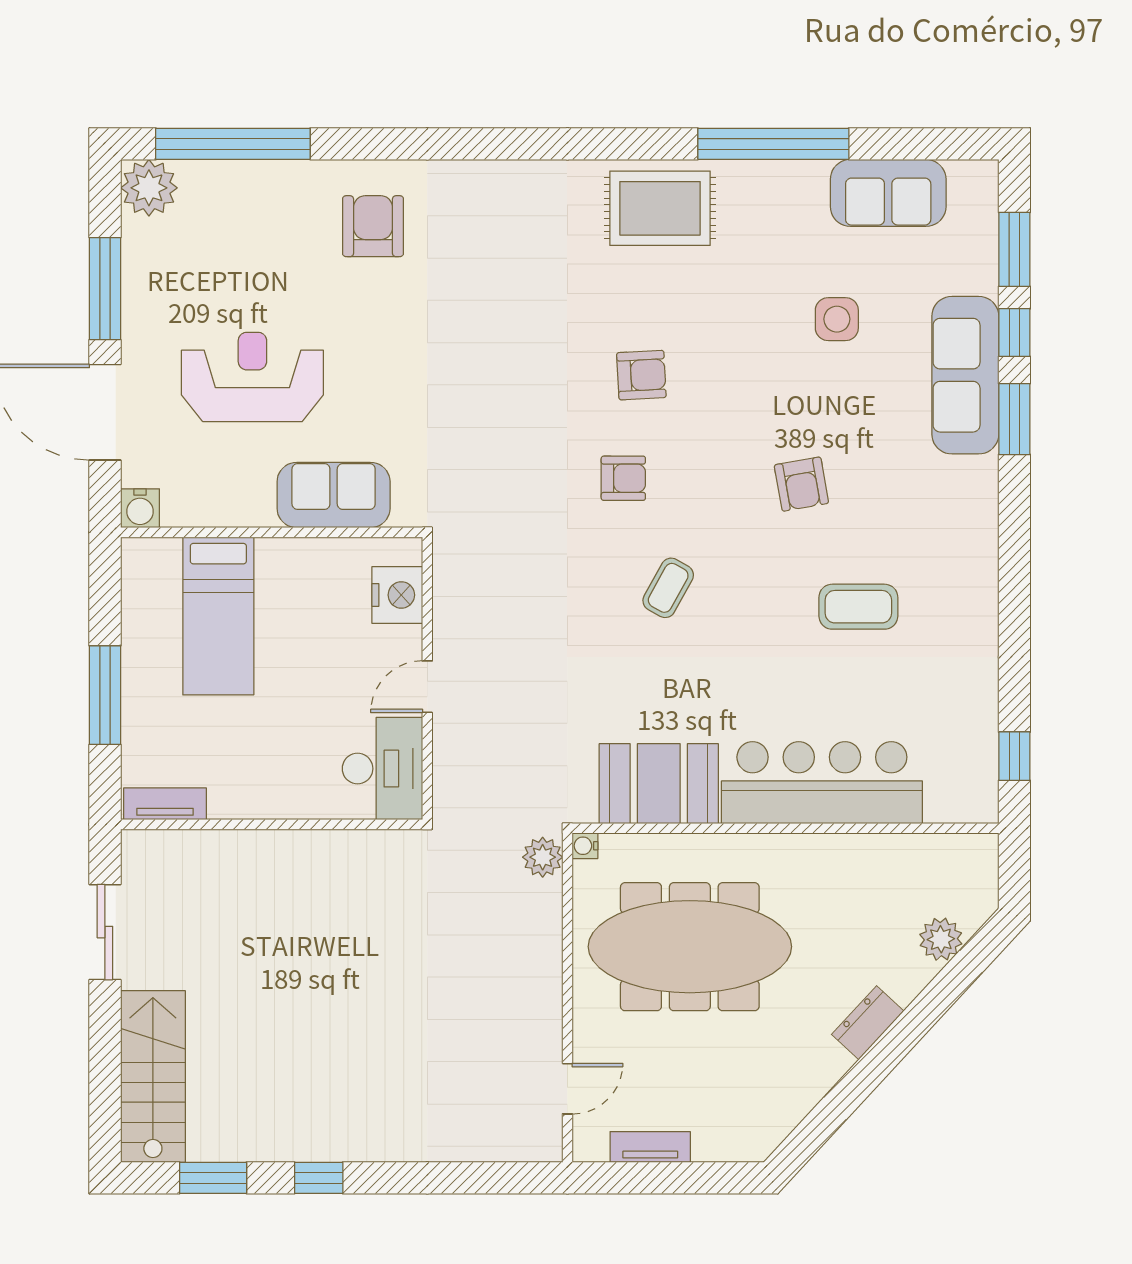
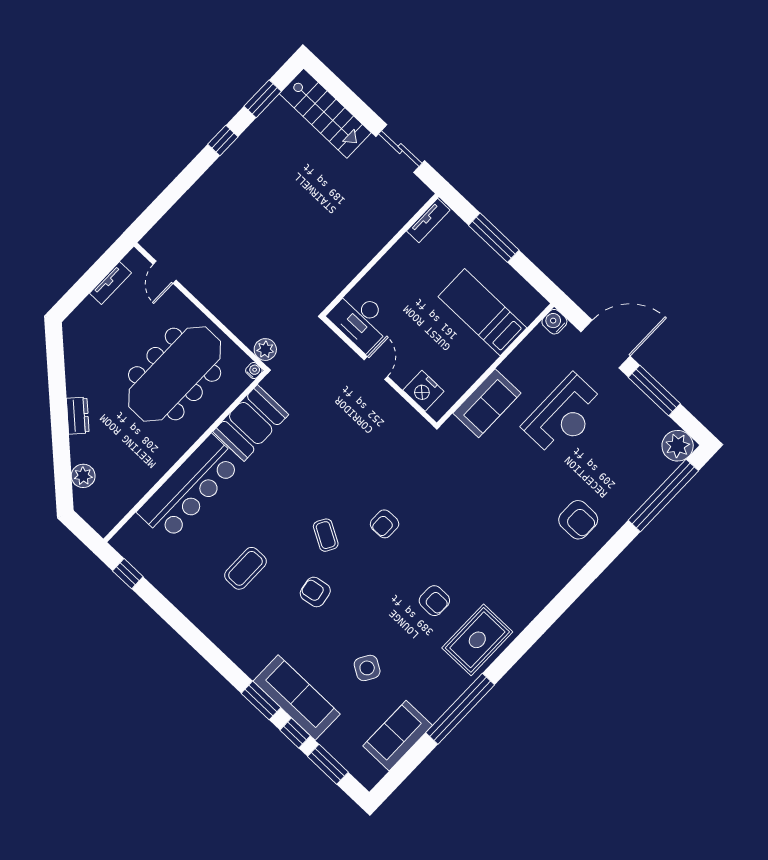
side table: (837, 319) -> (367, 668), turned 31
armchair: (641, 375) -> (434, 601), moved, turned -87
coffee table: (668, 588) -> (326, 535), moved

